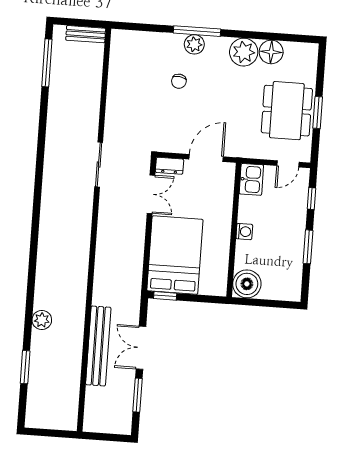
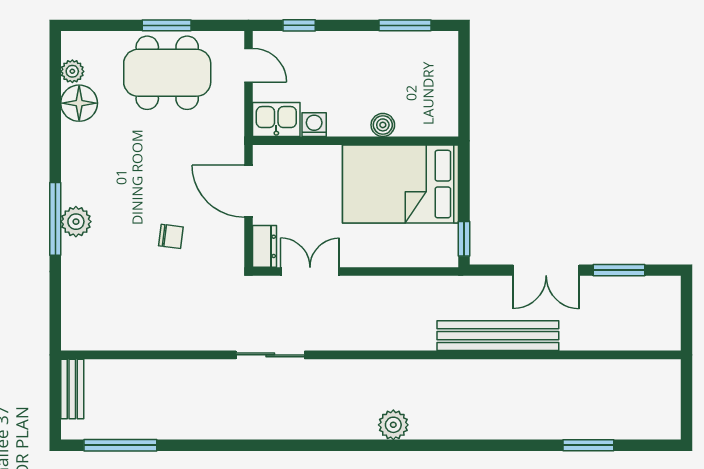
plant: (244, 52) -> (72, 71), moved, width x0.53, depth x0.53
chair: (179, 81) -> (171, 236), moved
washing machine: (244, 232) -> (314, 125), moved
window: (308, 247) -> (405, 25), moved
bed: (175, 255) -> (401, 184), moved
boiler: (247, 284) -> (383, 125), moved, width x0.54, depth x0.54
plant: (42, 320) -> (393, 425), moved
bench: (98, 346) -> (498, 336), moved

